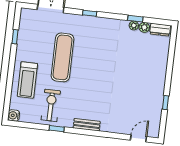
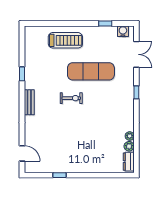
window: (135, 19) -> (136, 137), removed
treadmill: (27, 80) -> (65, 40), turned 180
exercise bike: (51, 105) -> (71, 98), moved, width x0.73, depth x0.72
water cooler: (14, 115) -> (123, 31), moved

